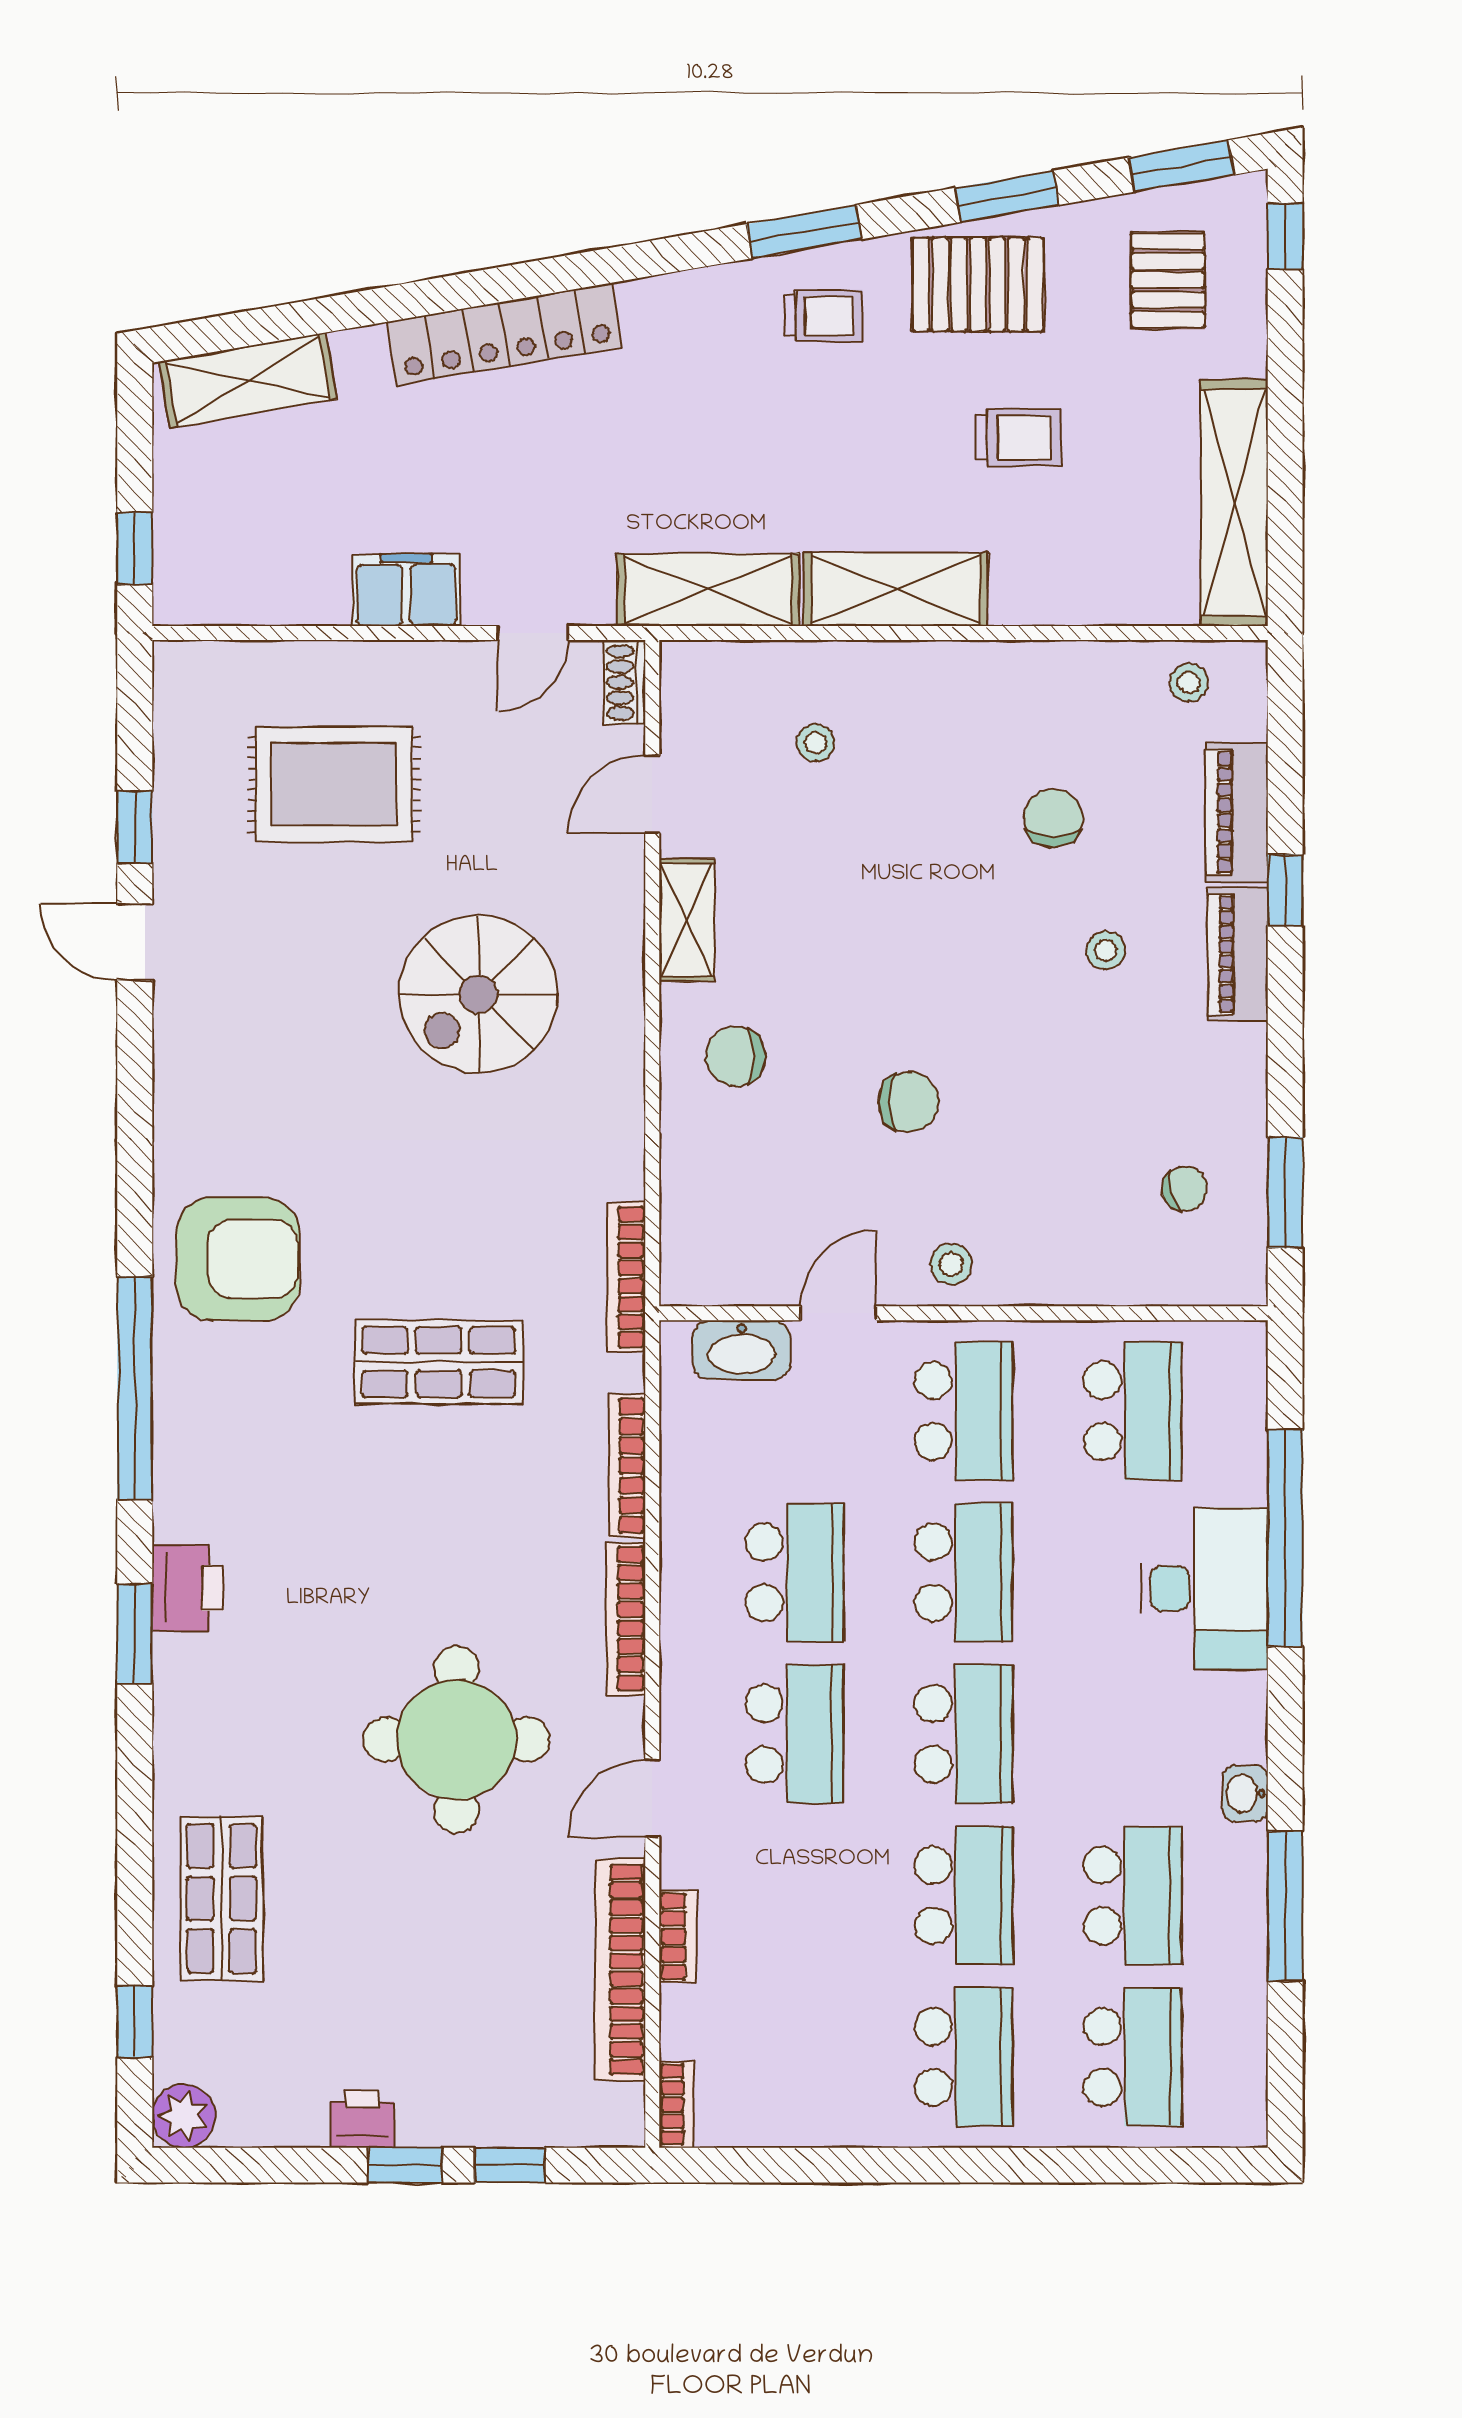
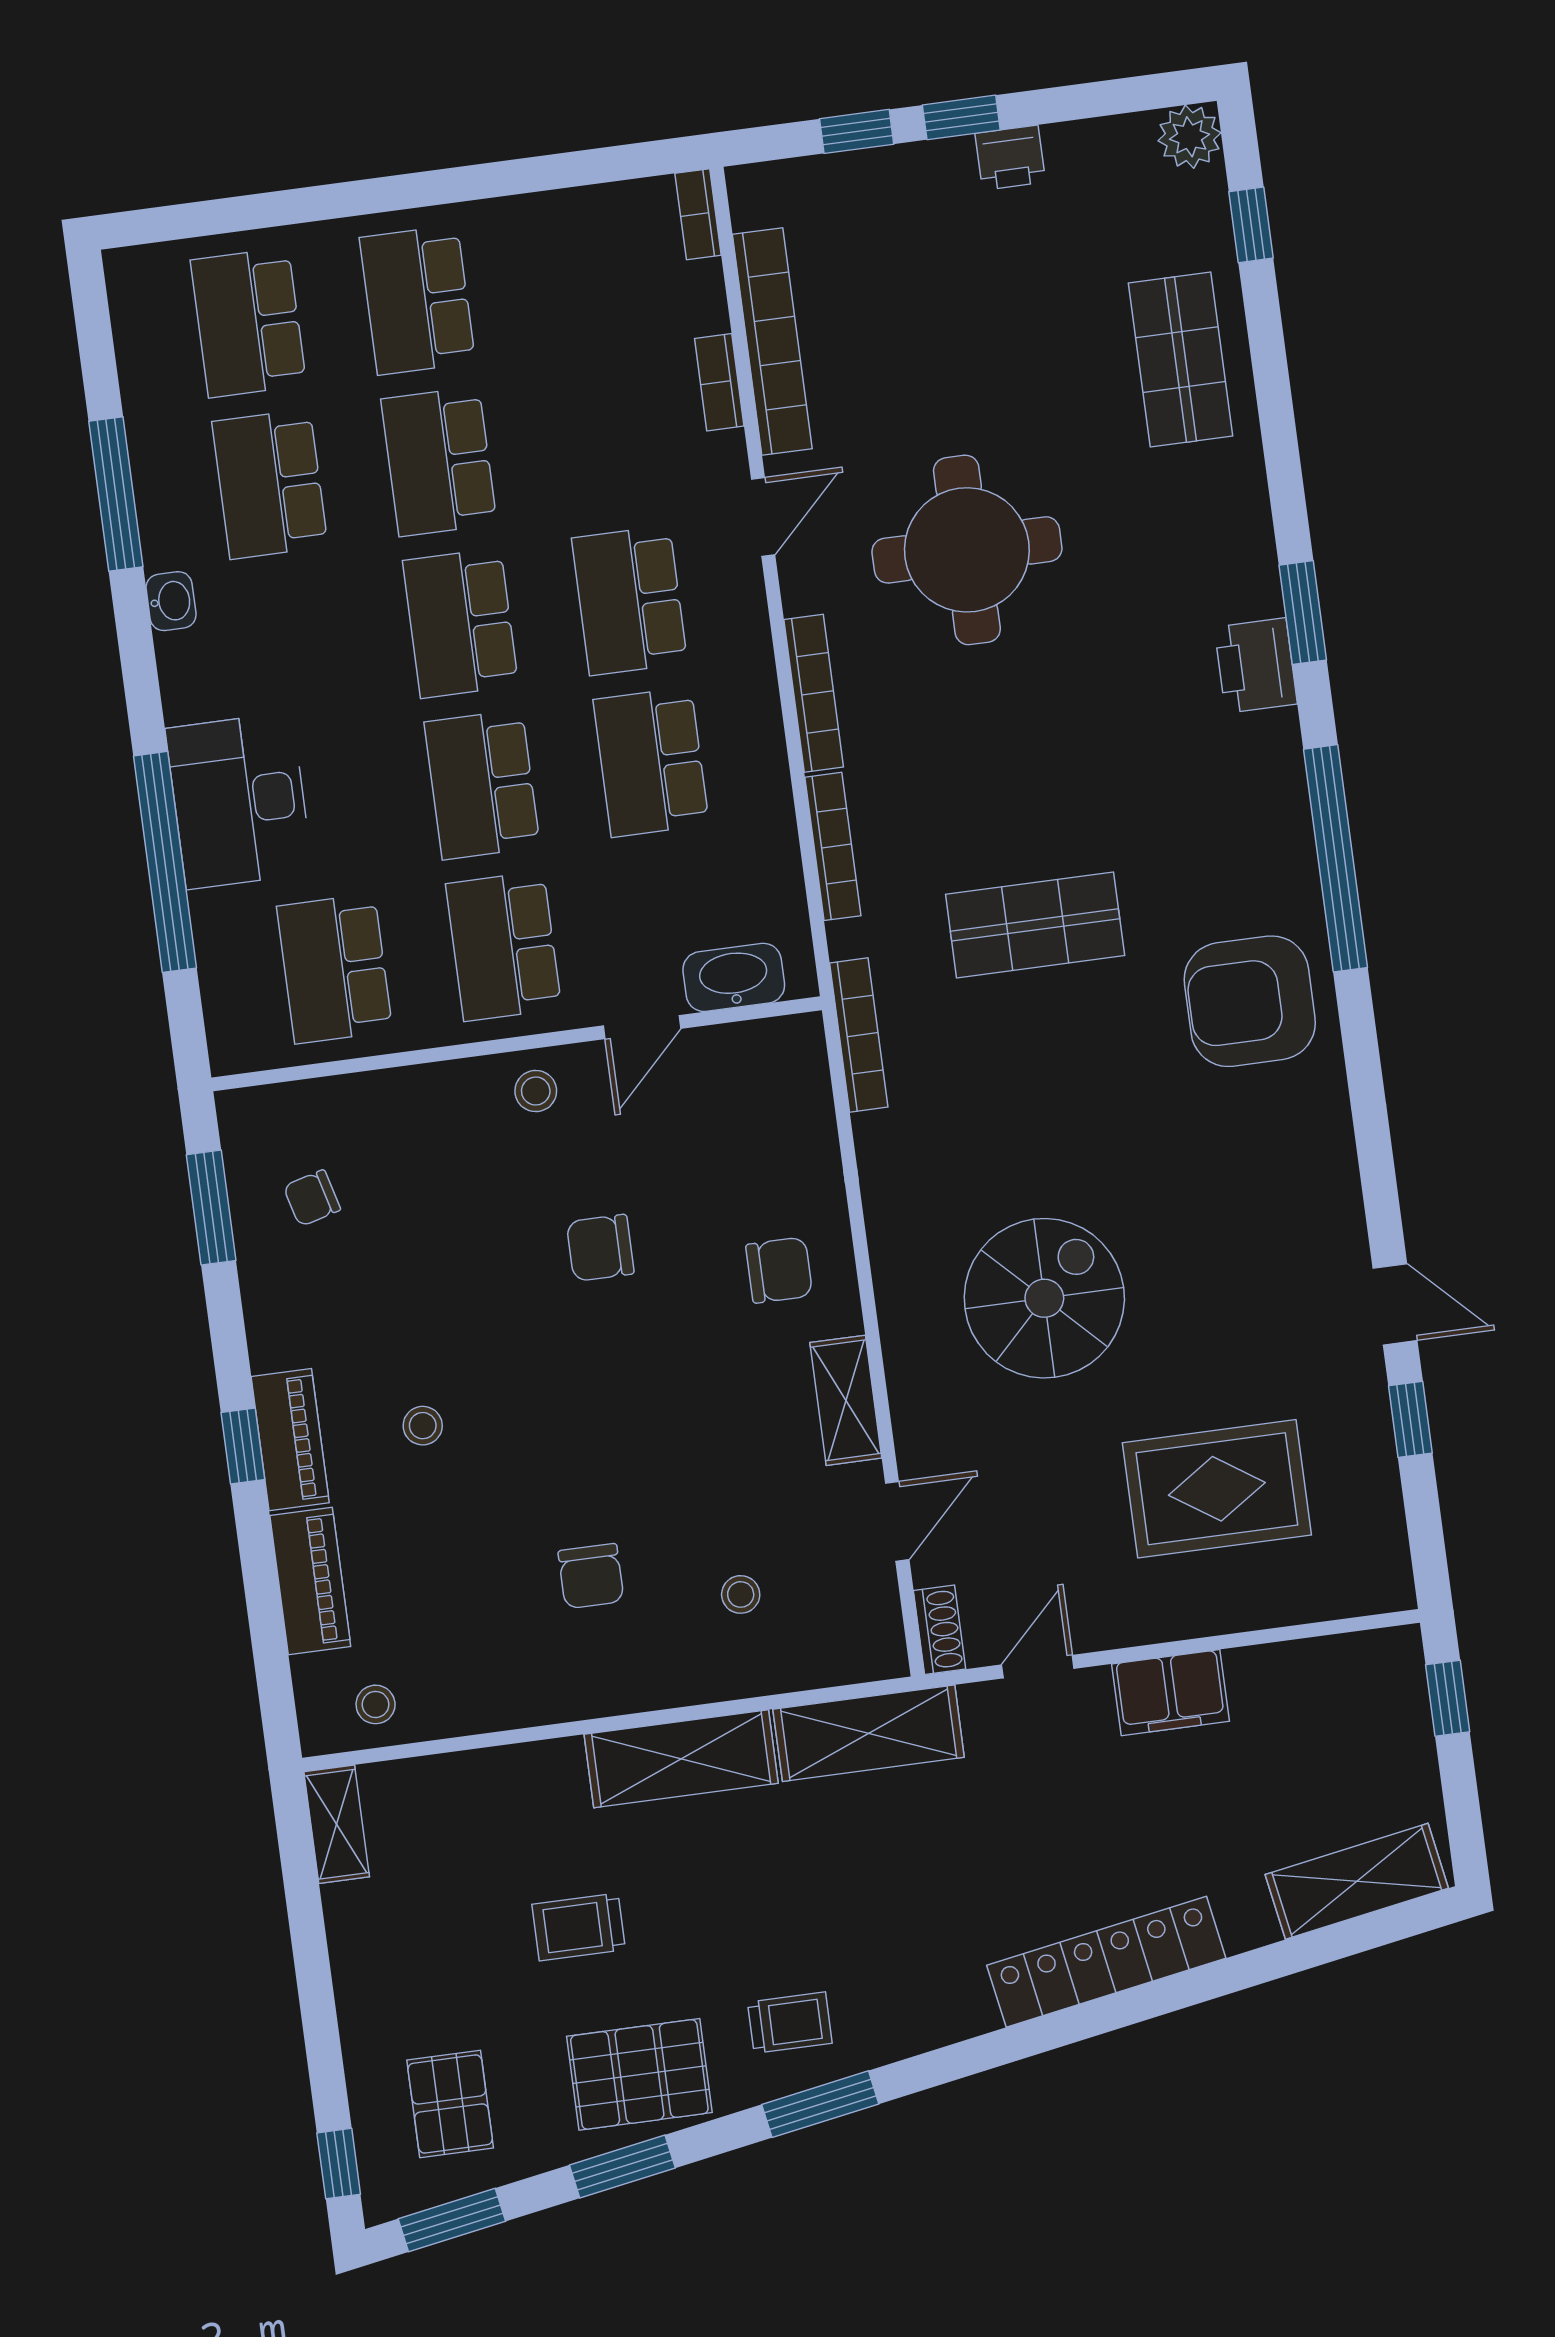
trolley: (824, 316) -> (790, 2023), turned 180
shelving: (1234, 503) -> (337, 1824), width x0.45, depth x0.75
chair: (1053, 818) -> (591, 1576), moved
window: (1285, 891) -> (243, 1446), moved

